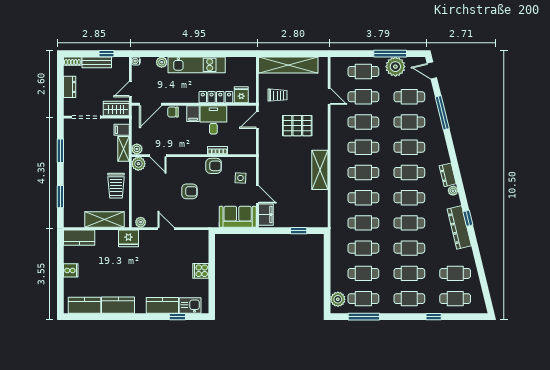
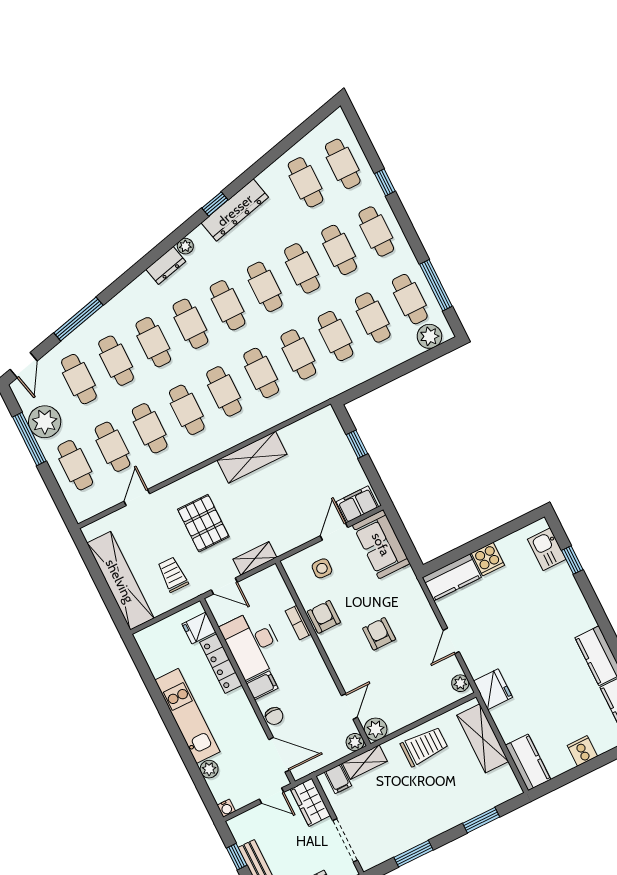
desk: (213, 120) -> (253, 644), width x1.37
shelving: (264, 144) -> (255, 558), added
kitchen counter: (162, 305) -> (452, 577), moved, turned -90

